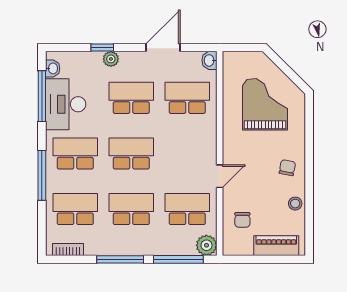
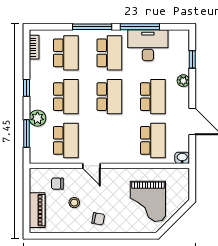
window: (102, 47) -> (192, 59), moved
washbasin: (53, 68) -> (176, 35), removed
window: (42, 96) -> (140, 27), moved
grand piano: (265, 104) -> (148, 201), turned 90
stool: (295, 204) -> (74, 203), moved
plant: (206, 245) -> (37, 118), moved
window: (120, 259) -> (26, 88), width x0.46
window: (178, 259) -> (26, 134), width x0.69

